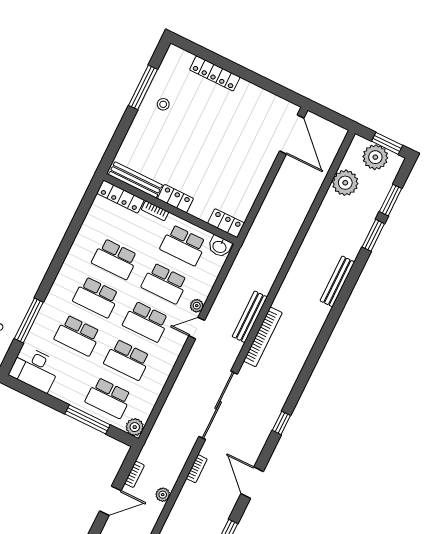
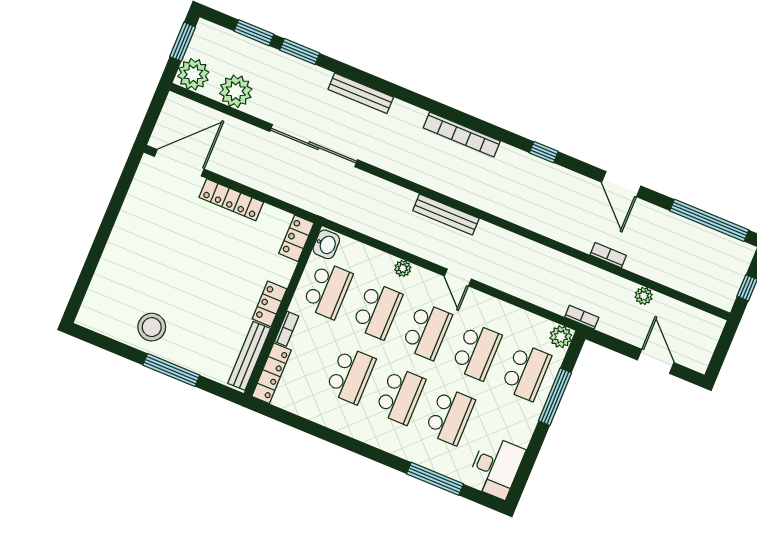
locker: (215, 73) -> (231, 200), moved, turned 90
window: (143, 87) -> (171, 370), moved
stool: (163, 104) -> (152, 327), width x1.89, depth x1.89
plant: (375, 157) -> (193, 74), moved
bench: (250, 317) -> (446, 215), moved
door: (197, 328) -> (458, 278), moved
bookcase: (263, 337) -> (462, 135), moved, turned 180
sliding door: (218, 405) -> (314, 146), moved
bookcase: (134, 474) -> (582, 317), moved
door: (252, 483) -> (621, 184), hinge flipped

